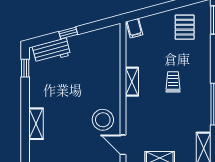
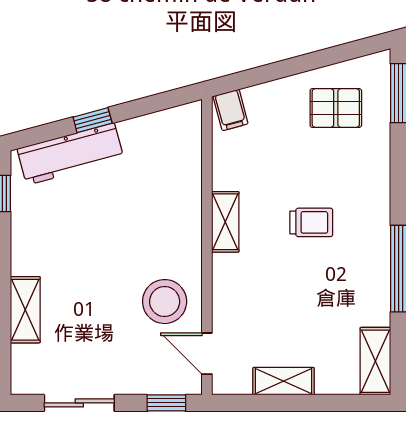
pallet: (185, 27) -> (336, 108), turned 90
workbench: (51, 51) -> (70, 154), width x1.38
trolley: (173, 82) -> (311, 222), turned 90

